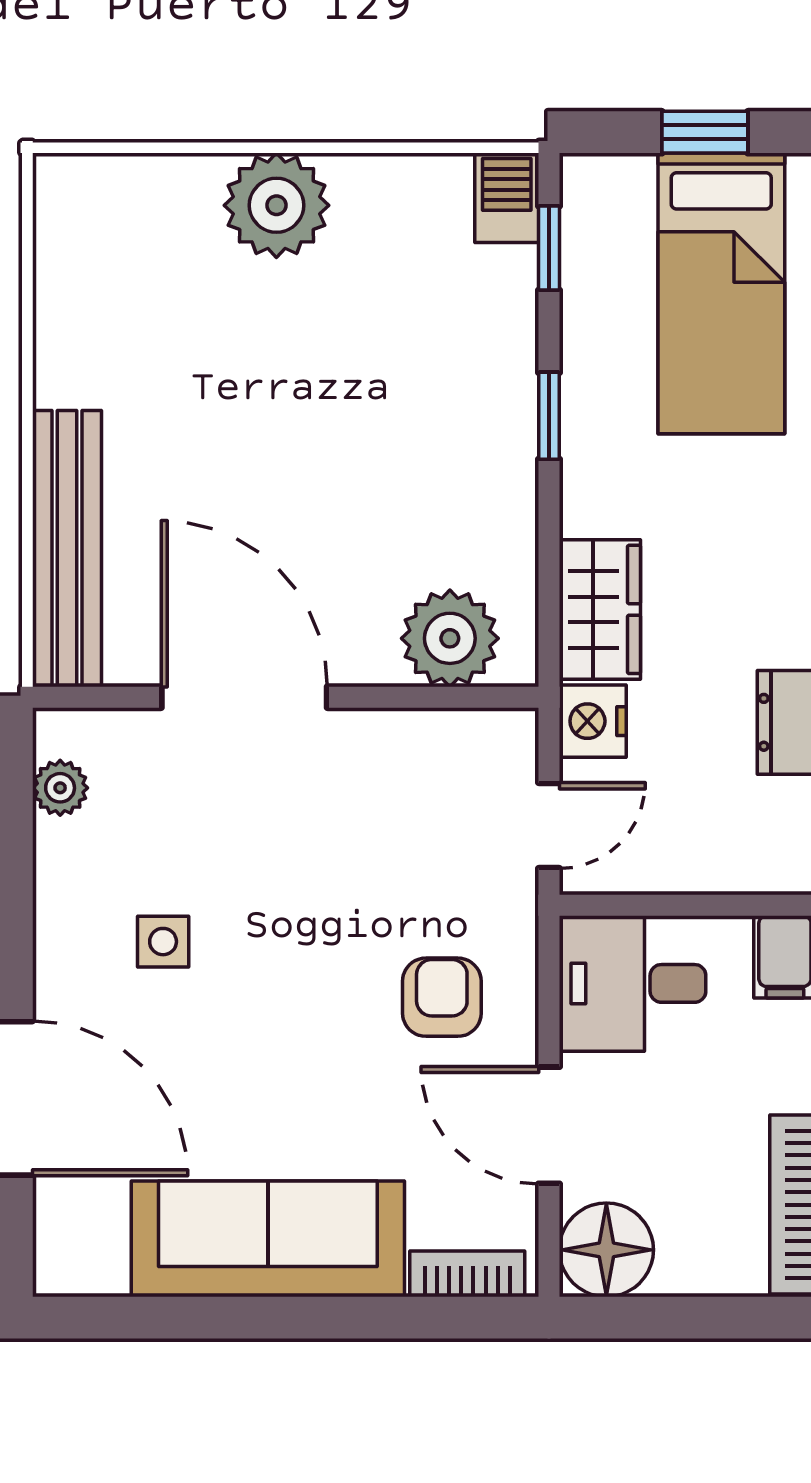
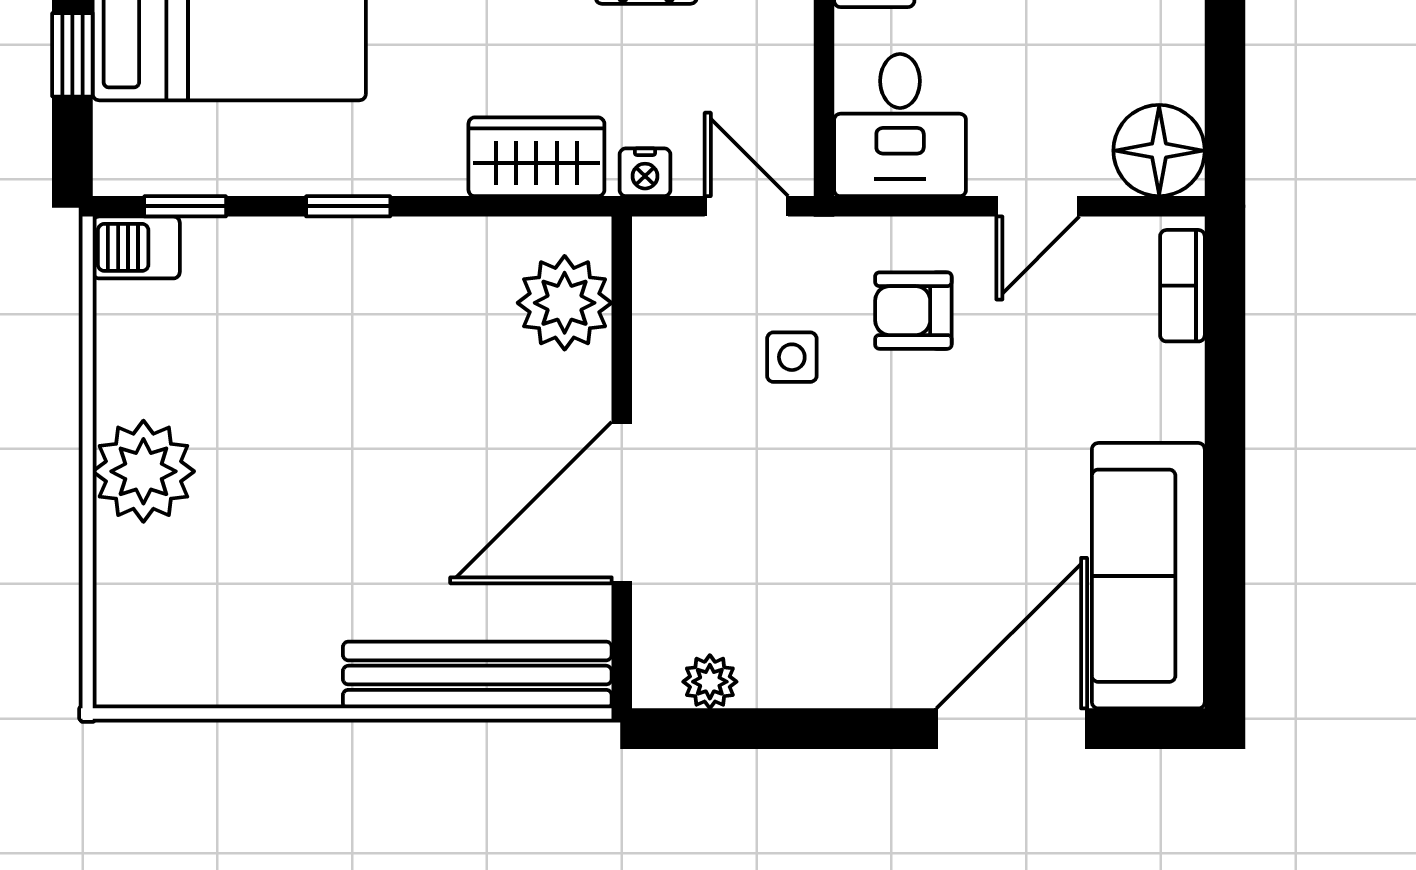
nightstand: (593, 721) -> (645, 172), width x0.72, depth x0.74
side table: (163, 942) -> (792, 357), moved
door: (549, 1125) -> (1038, 206), width x0.73
sofa: (268, 1239) -> (1148, 576), moved

